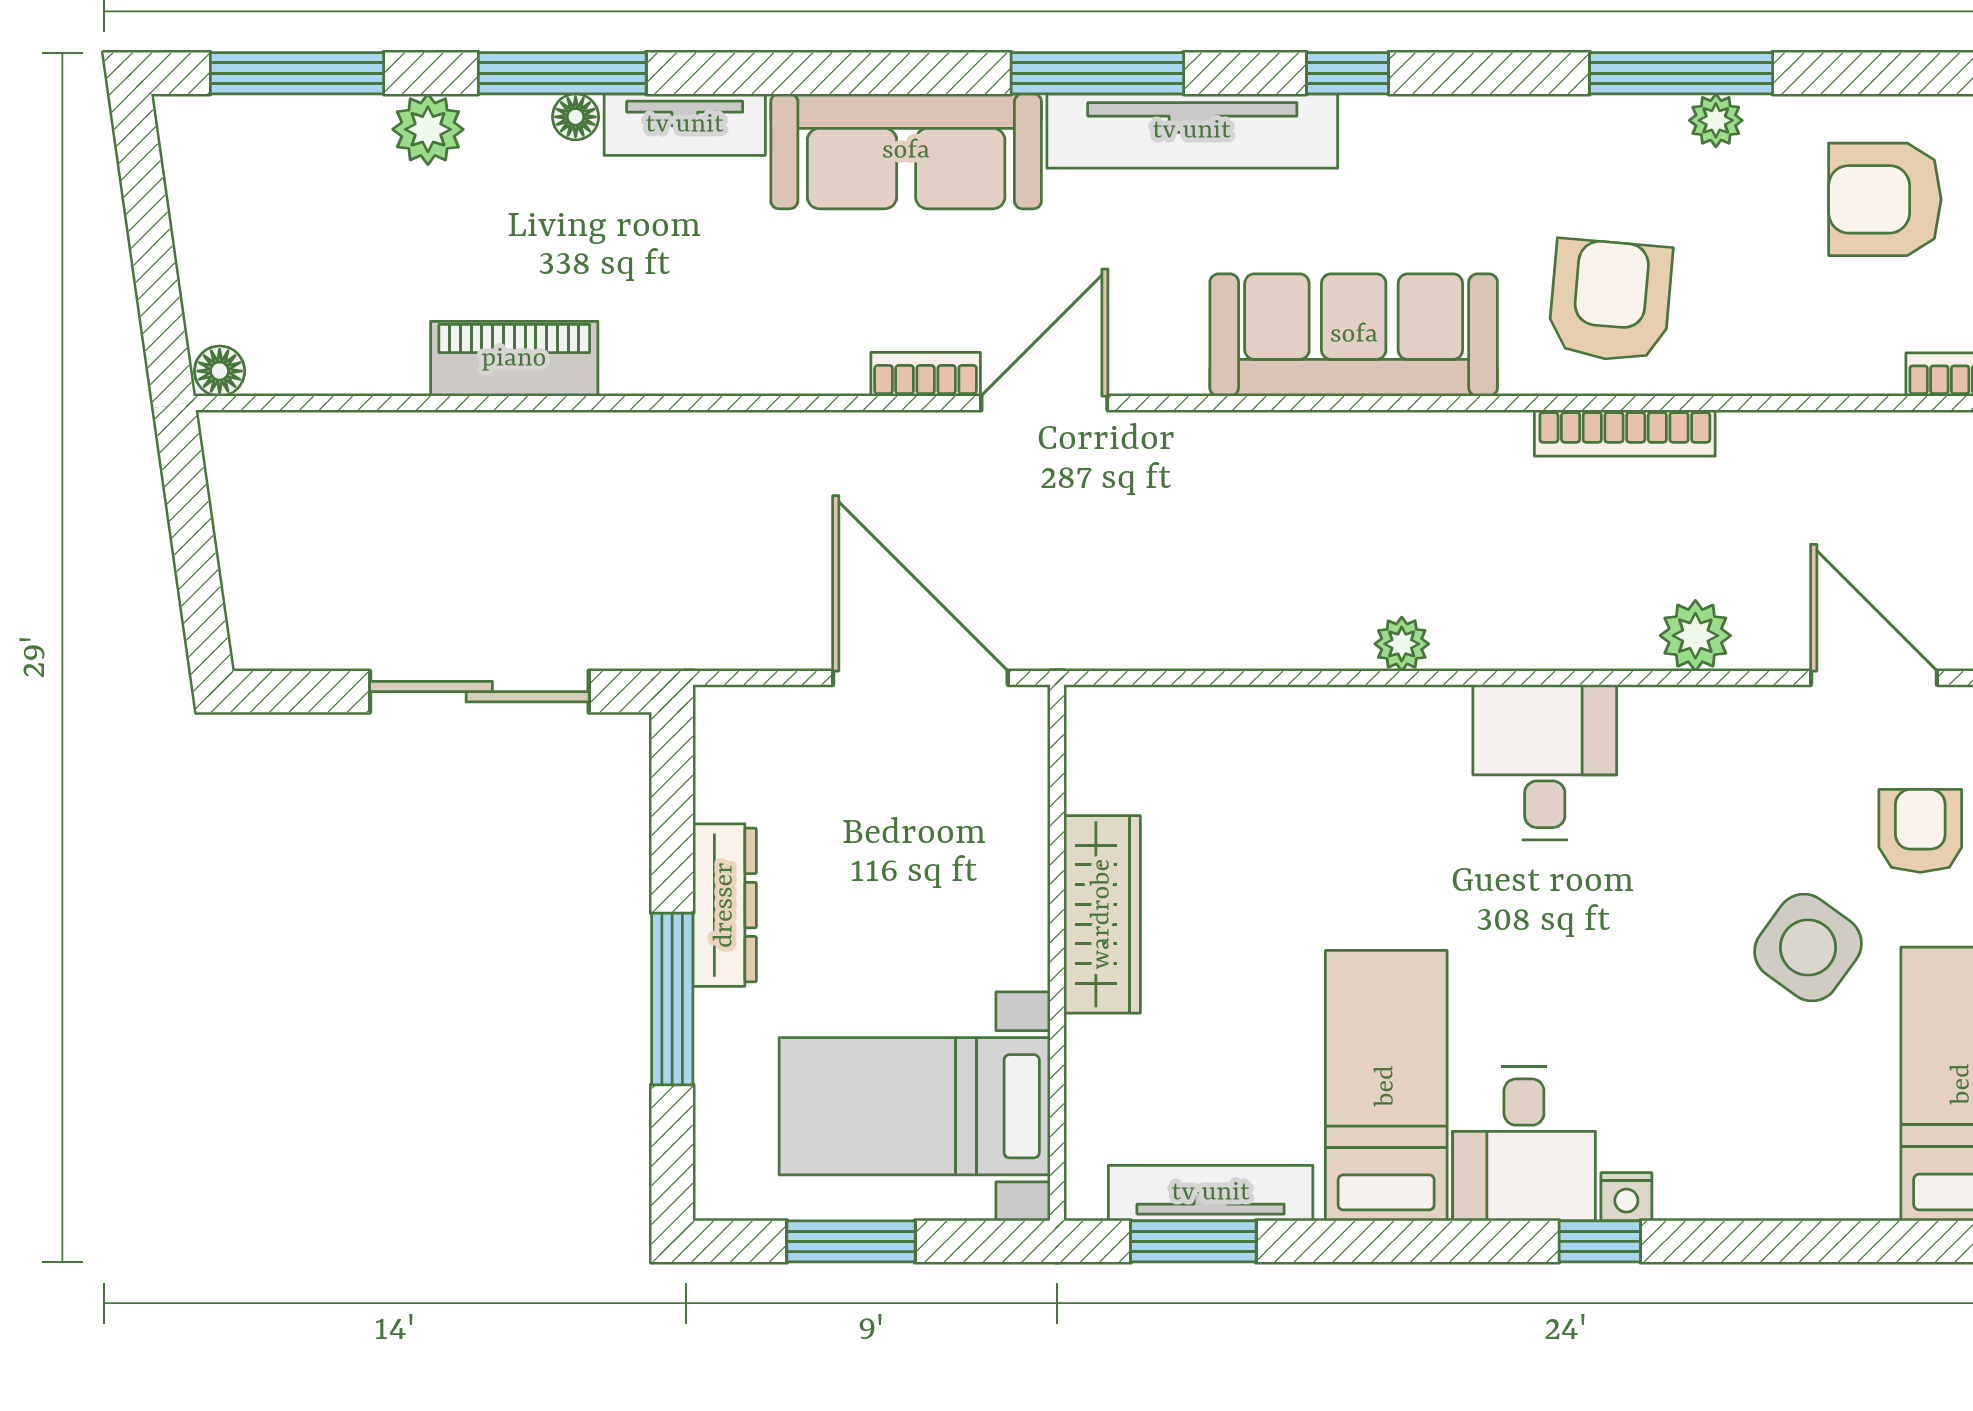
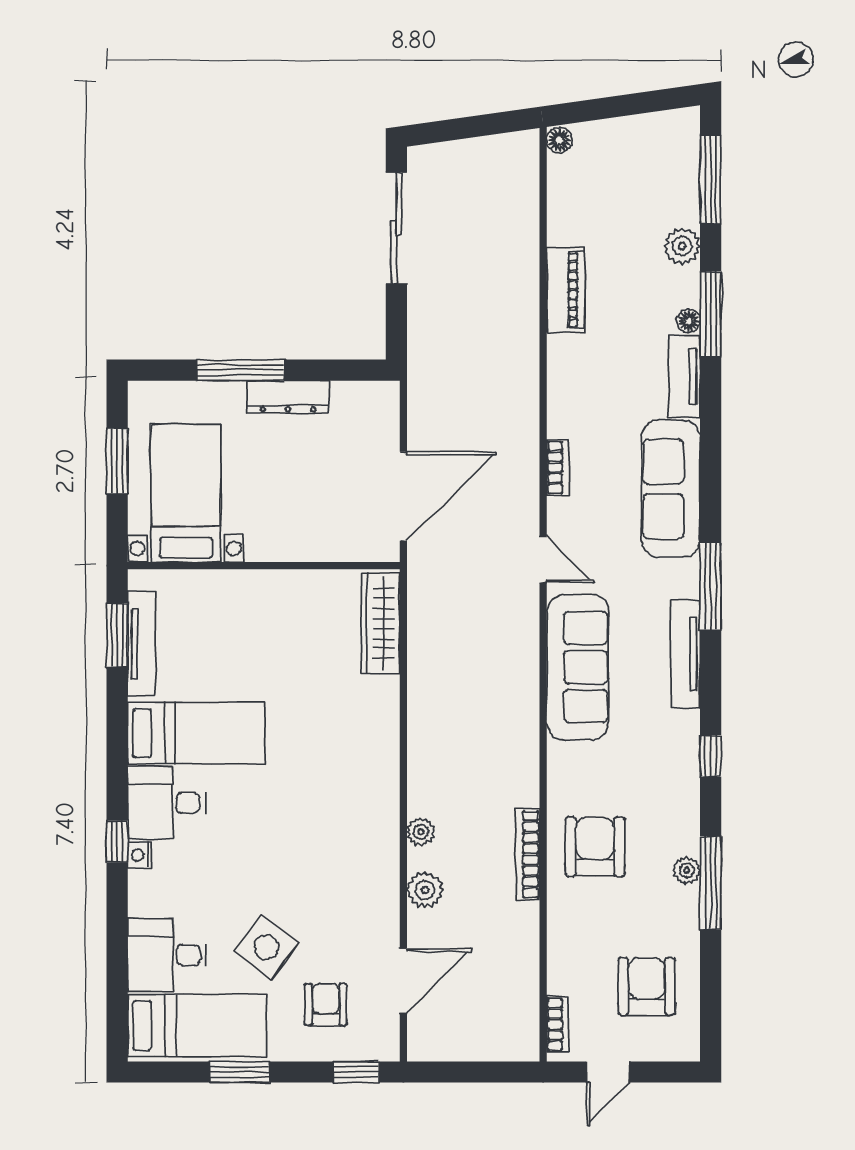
window: (1348, 73) -> (711, 756), moved
plant: (1716, 120) -> (687, 870), moved
tv unit: (1192, 131) -> (685, 654), width x0.73, depth x0.78
armchair: (1610, 301) -> (595, 847), turned -95
sofa: (1354, 335) -> (578, 667), moved
bookcase: (926, 374) -> (558, 468), moved
door: (1044, 403) -> (543, 559), width x0.73
plant: (1402, 644) -> (421, 832), moved
sliding door: (479, 692) -> (396, 228), moved
desk: (1545, 762) -> (167, 955), moved, turned 180
armchair: (1920, 831) -> (326, 1004), turned -90
wardrobe: (1102, 914) -> (380, 623), moved, turned 90

